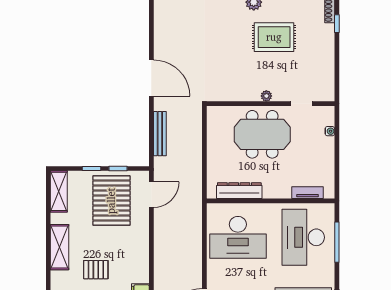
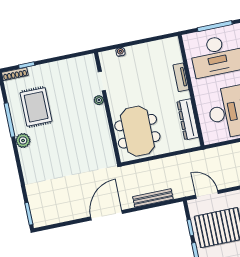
rug: (274, 37) -> (36, 107), moved
plant: (266, 96) -> (99, 100), moved
meeting table: (262, 134) -> (137, 131), moved
tv unit: (308, 193) -> (181, 77), moved

